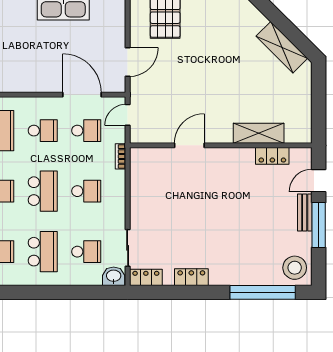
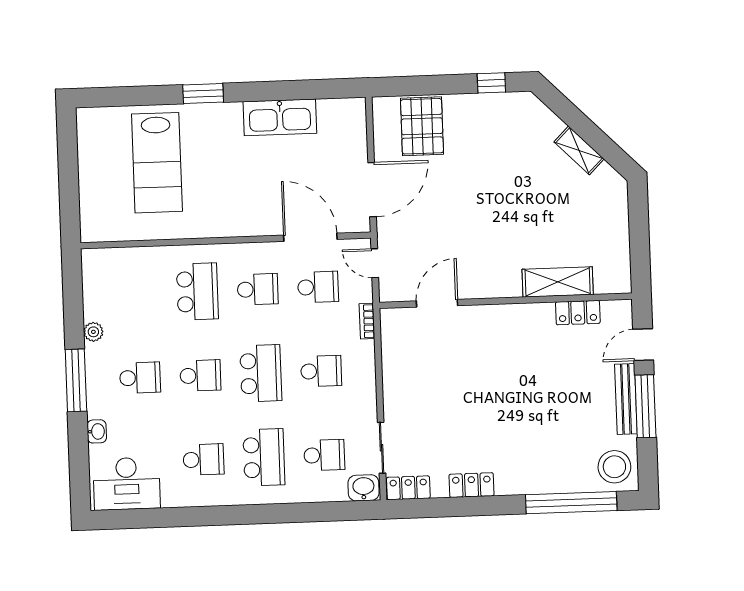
shelving: (282, 47) -> (579, 150), width x0.67, depth x0.75
door: (128, 62) -> (372, 190), width x1.36
door: (128, 115) -> (375, 263), hinge flipped
door: (189, 145) -> (437, 303), moved
bench: (305, 212) -> (626, 399), width x1.36

